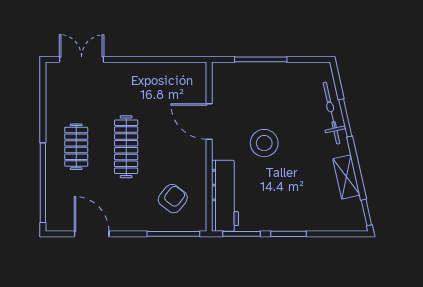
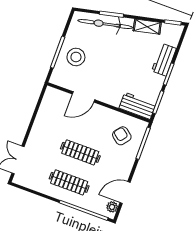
bicycle: (331, 113) -> (105, 24), width x1.37, depth x1.40
stool: (264, 143) -> (76, 57), moved
clothes rail: (76, 147) -> (69, 182), width x1.36
workbench: (225, 196) -> (138, 106), width x0.73
workbench: (307, 219) -> (164, 60), added
plant: (63, 223) -> (112, 207), added

